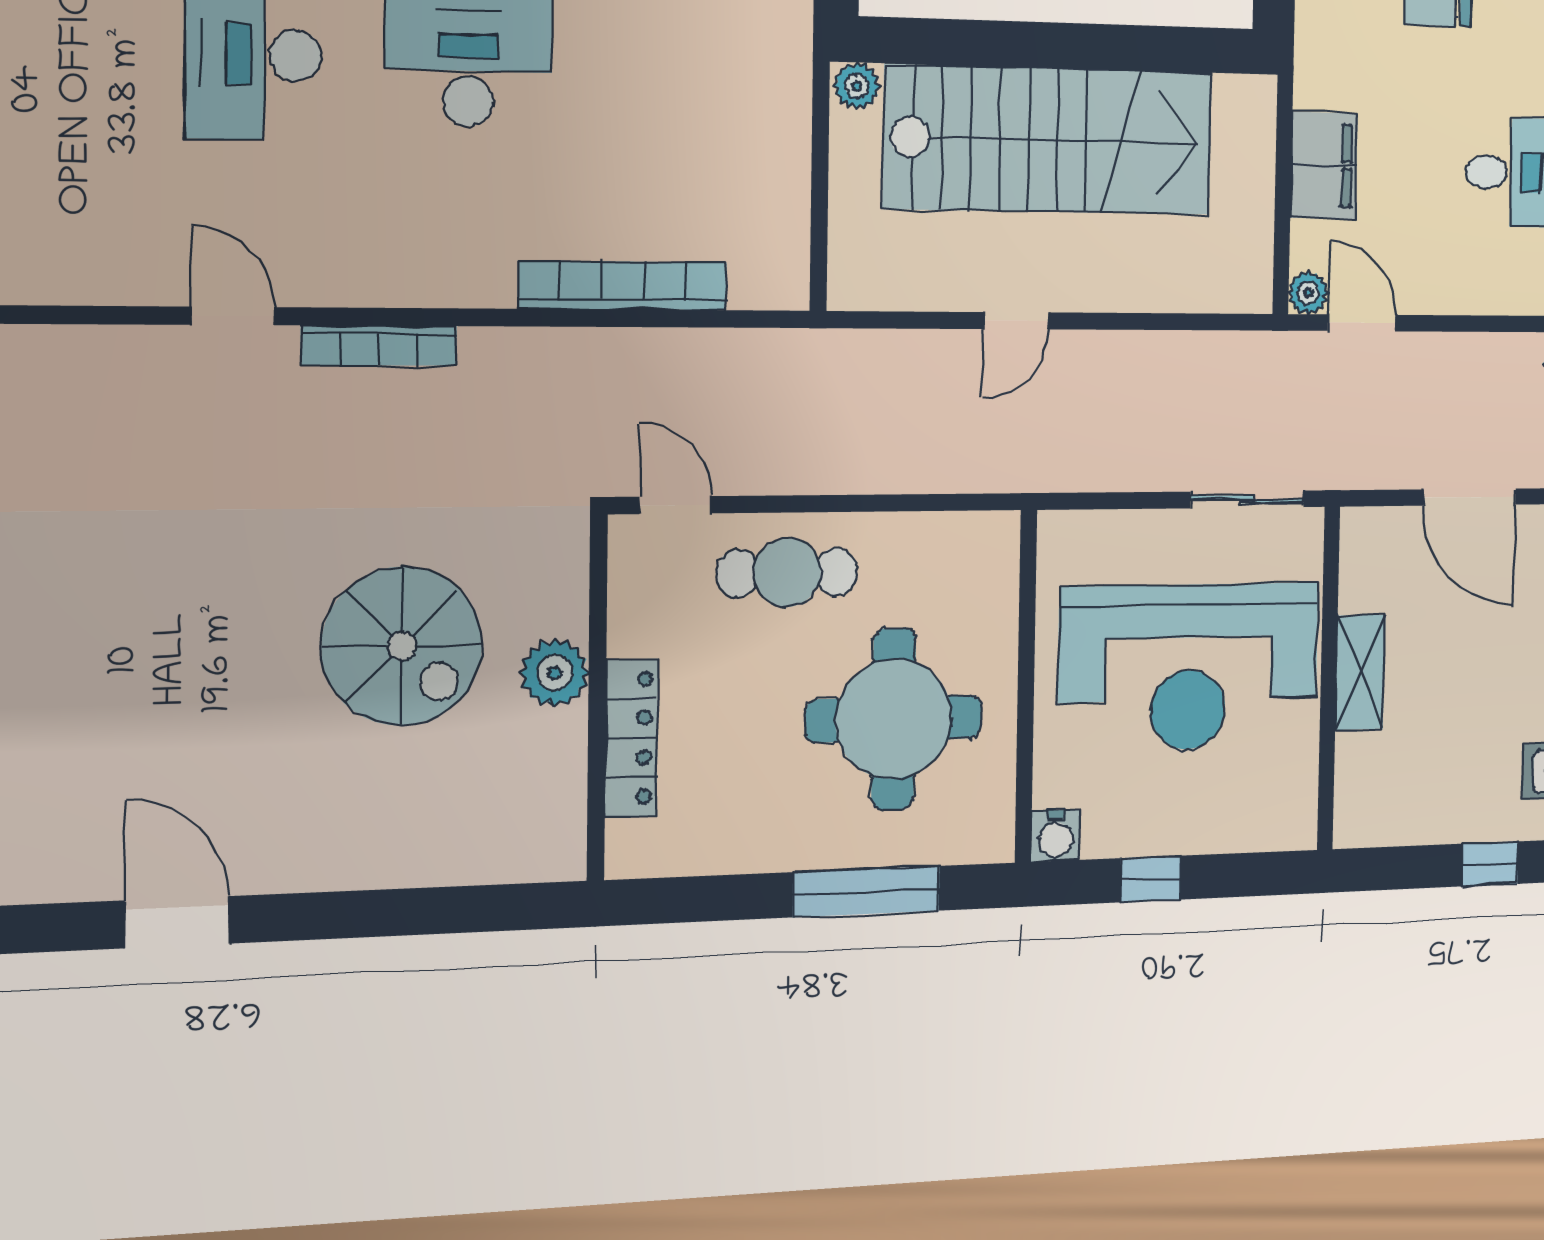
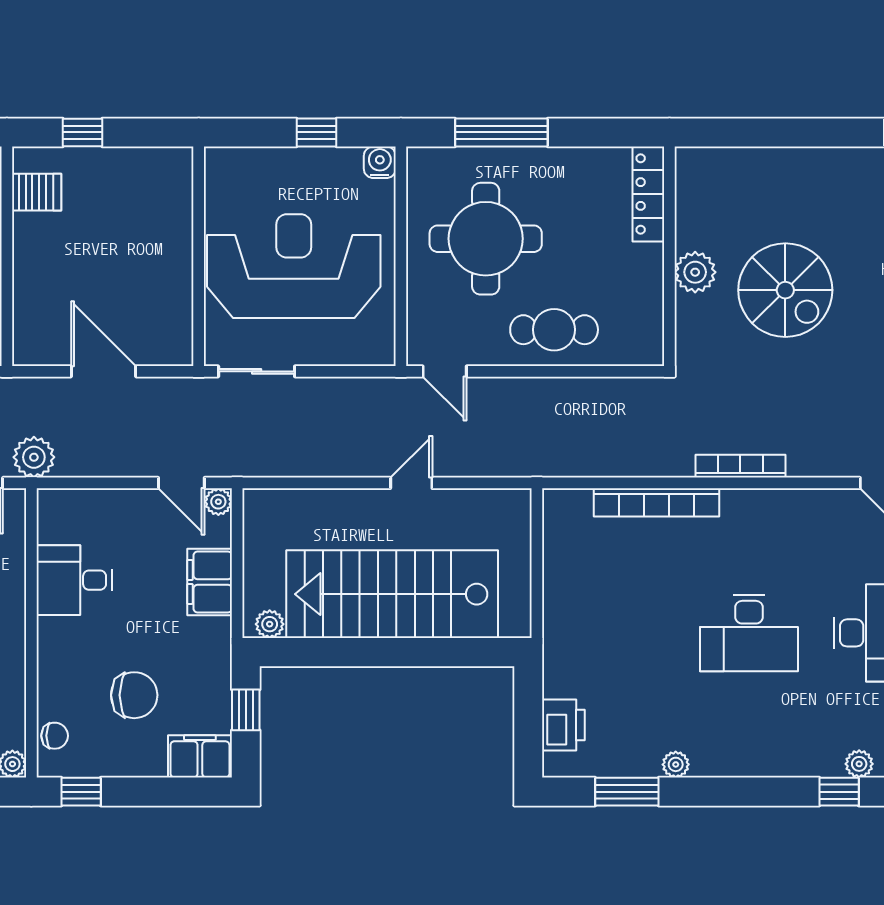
plant: (857, 86) -> (270, 624), moved
bookcase: (379, 346) -> (740, 466), moved
door: (675, 505) -> (445, 371), moved
spiral stairs: (402, 646) -> (785, 290), turned 180
shelving: (1360, 672) -> (177, 260), removed
locker: (631, 738) -> (648, 194), moved

